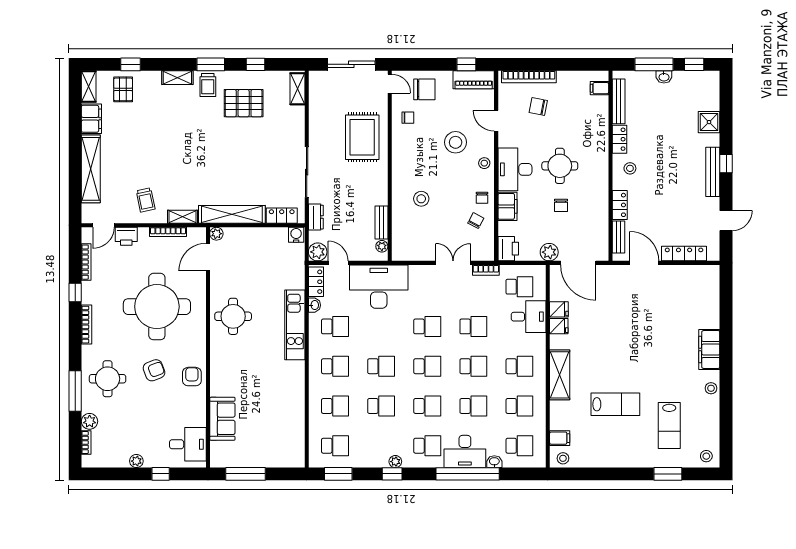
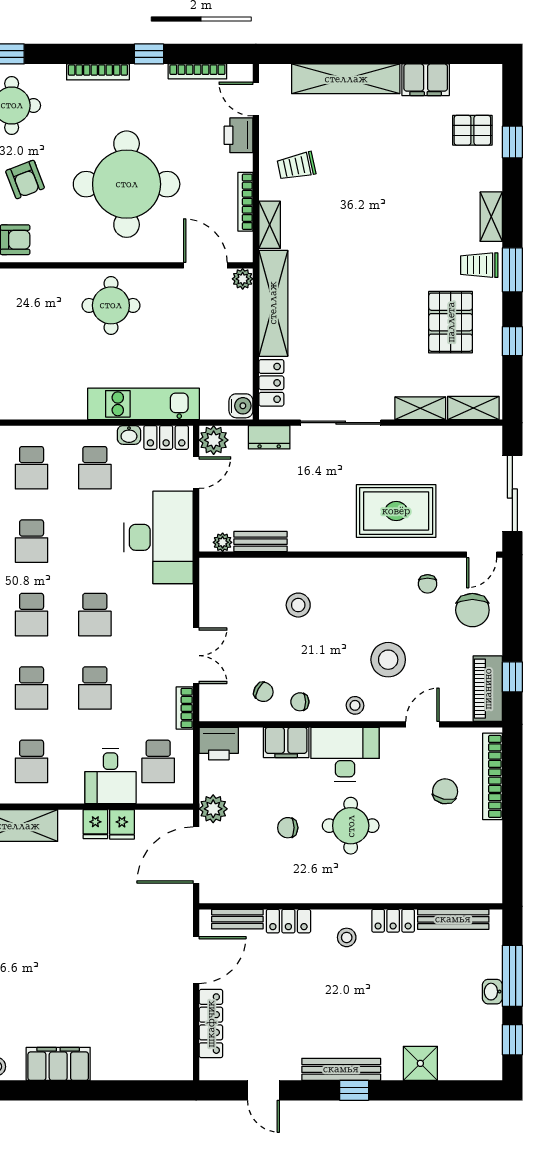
shelving: (89, 86) -> (420, 408), moved
filing cabinet: (600, 88) -> (474, 889), removed
kitchen unit: (295, 325) -> (144, 404), moved

